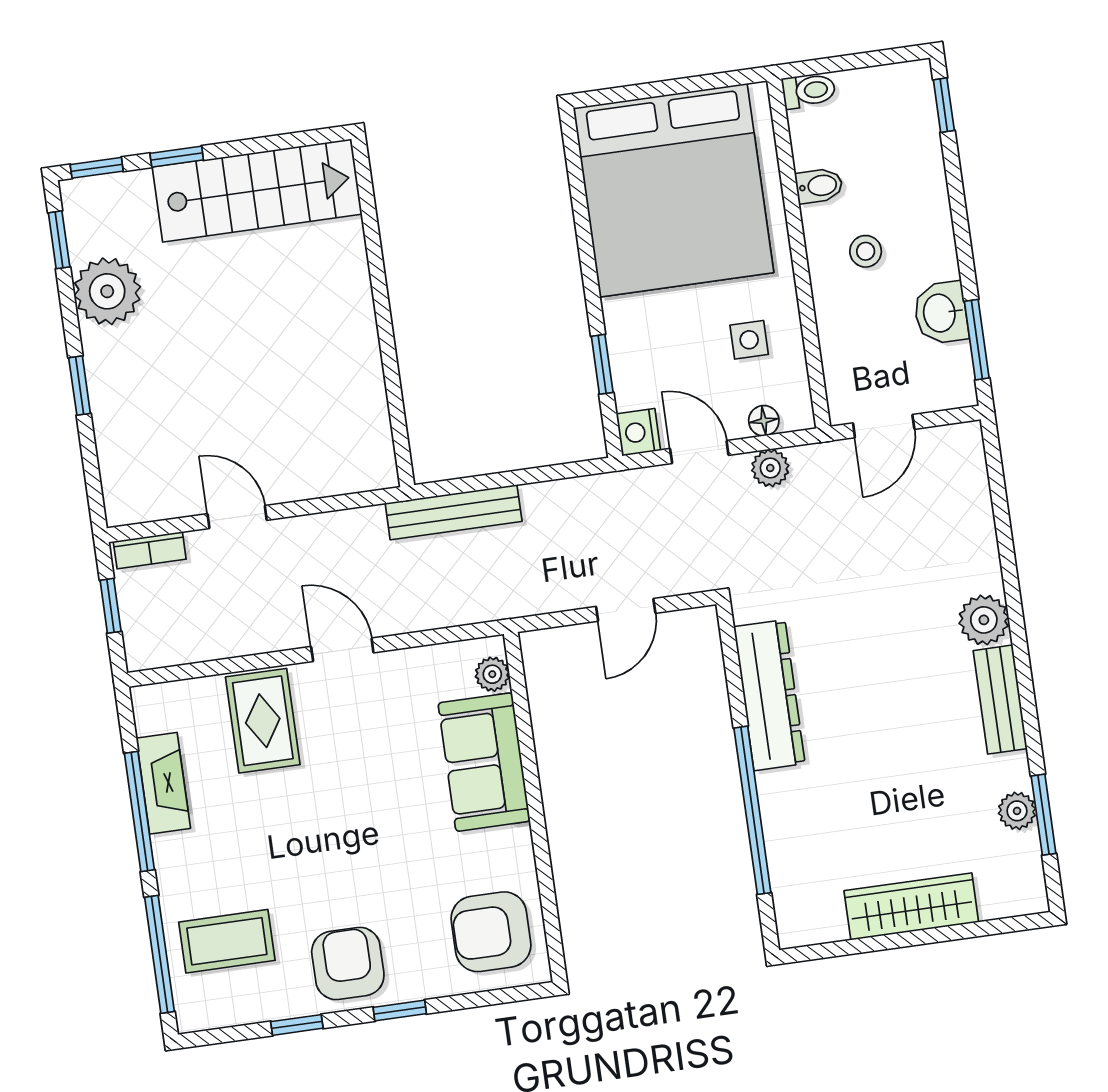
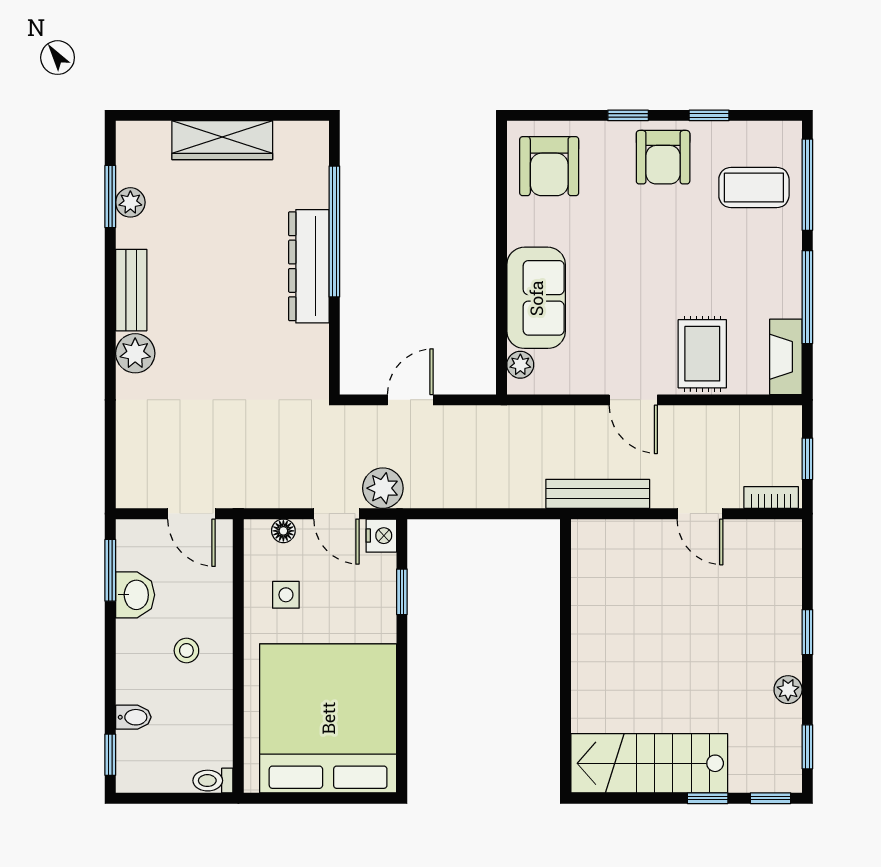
bidet: (819, 186) -> (133, 717), moved, turned 180
plant: (107, 291) -> (788, 690), width x0.53, depth x0.53
door: (884, 426) -> (191, 514), swing flipped
plant: (770, 468) -> (383, 488), moved, width x1.38, depth x1.38
bench: (454, 512) -> (598, 494), moved
dresser: (769, 695) -> (309, 266), moved
fireplace: (163, 783) -> (786, 357), moved
armchair: (491, 932) -> (549, 166), turned 90

